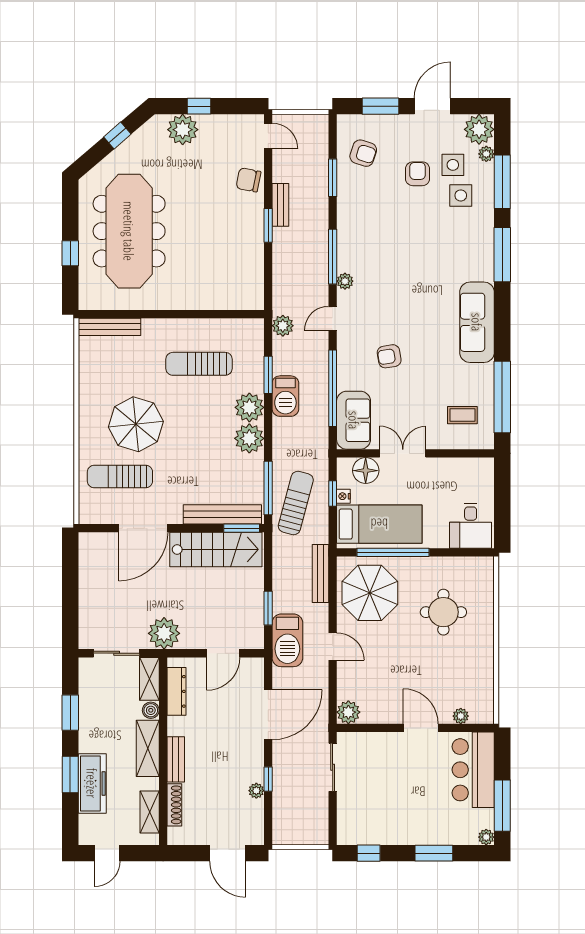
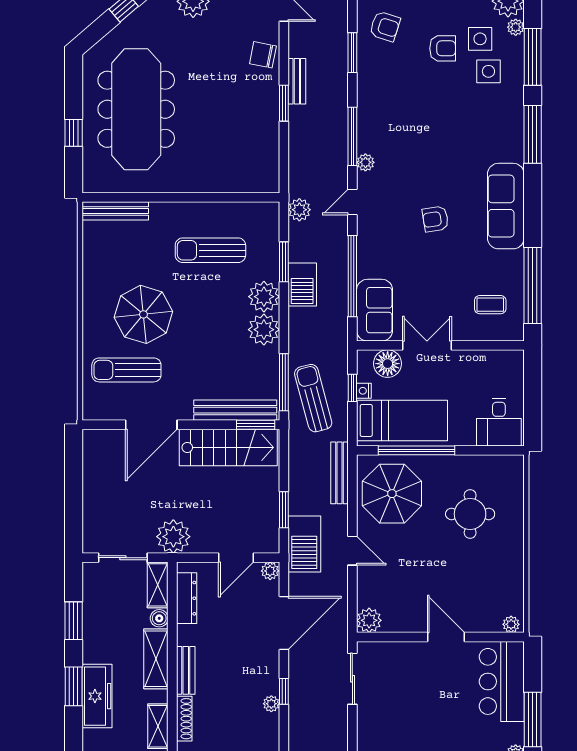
armchair: (418, 174) -> (443, 48), turned 90
armchair: (389, 356) -> (435, 219), moved
sun lounger: (296, 503) -> (313, 398), turned -30
plant: (255, 666) -> (270, 571), added
plant: (461, 716) -> (511, 624), moved

